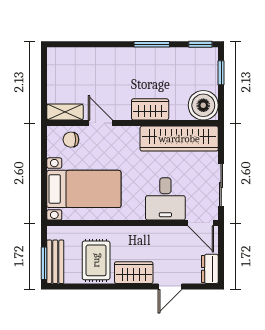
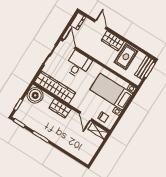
door: (170, 287) -> (100, 24), hinge flipped

